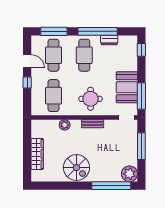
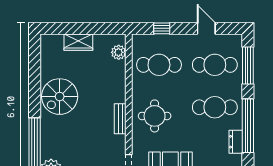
door: (27, 61) -> (206, 28), swing flipped
window: (27, 82) -> (162, 28), moved
plant: (65, 125) -> (119, 52), moved
wardrobe: (37, 154) -> (78, 42), width x0.67

